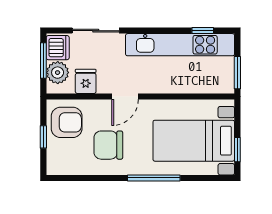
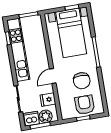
door: (125, 97) -> (53, 76), swing flipped
armchair: (67, 122) -> (85, 105), moved

